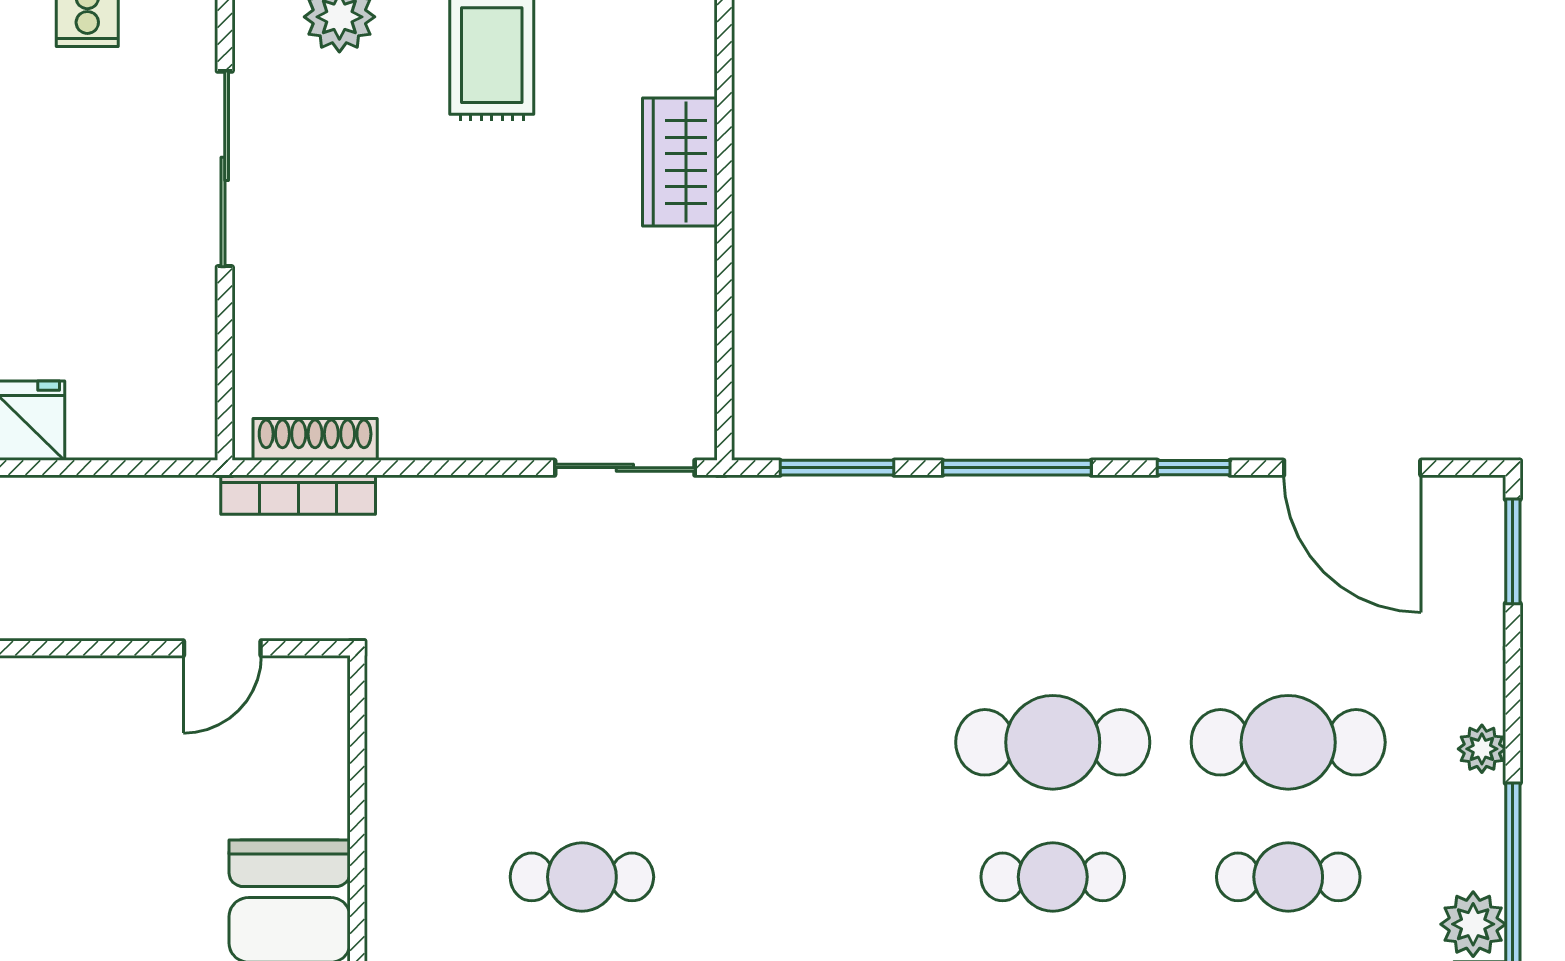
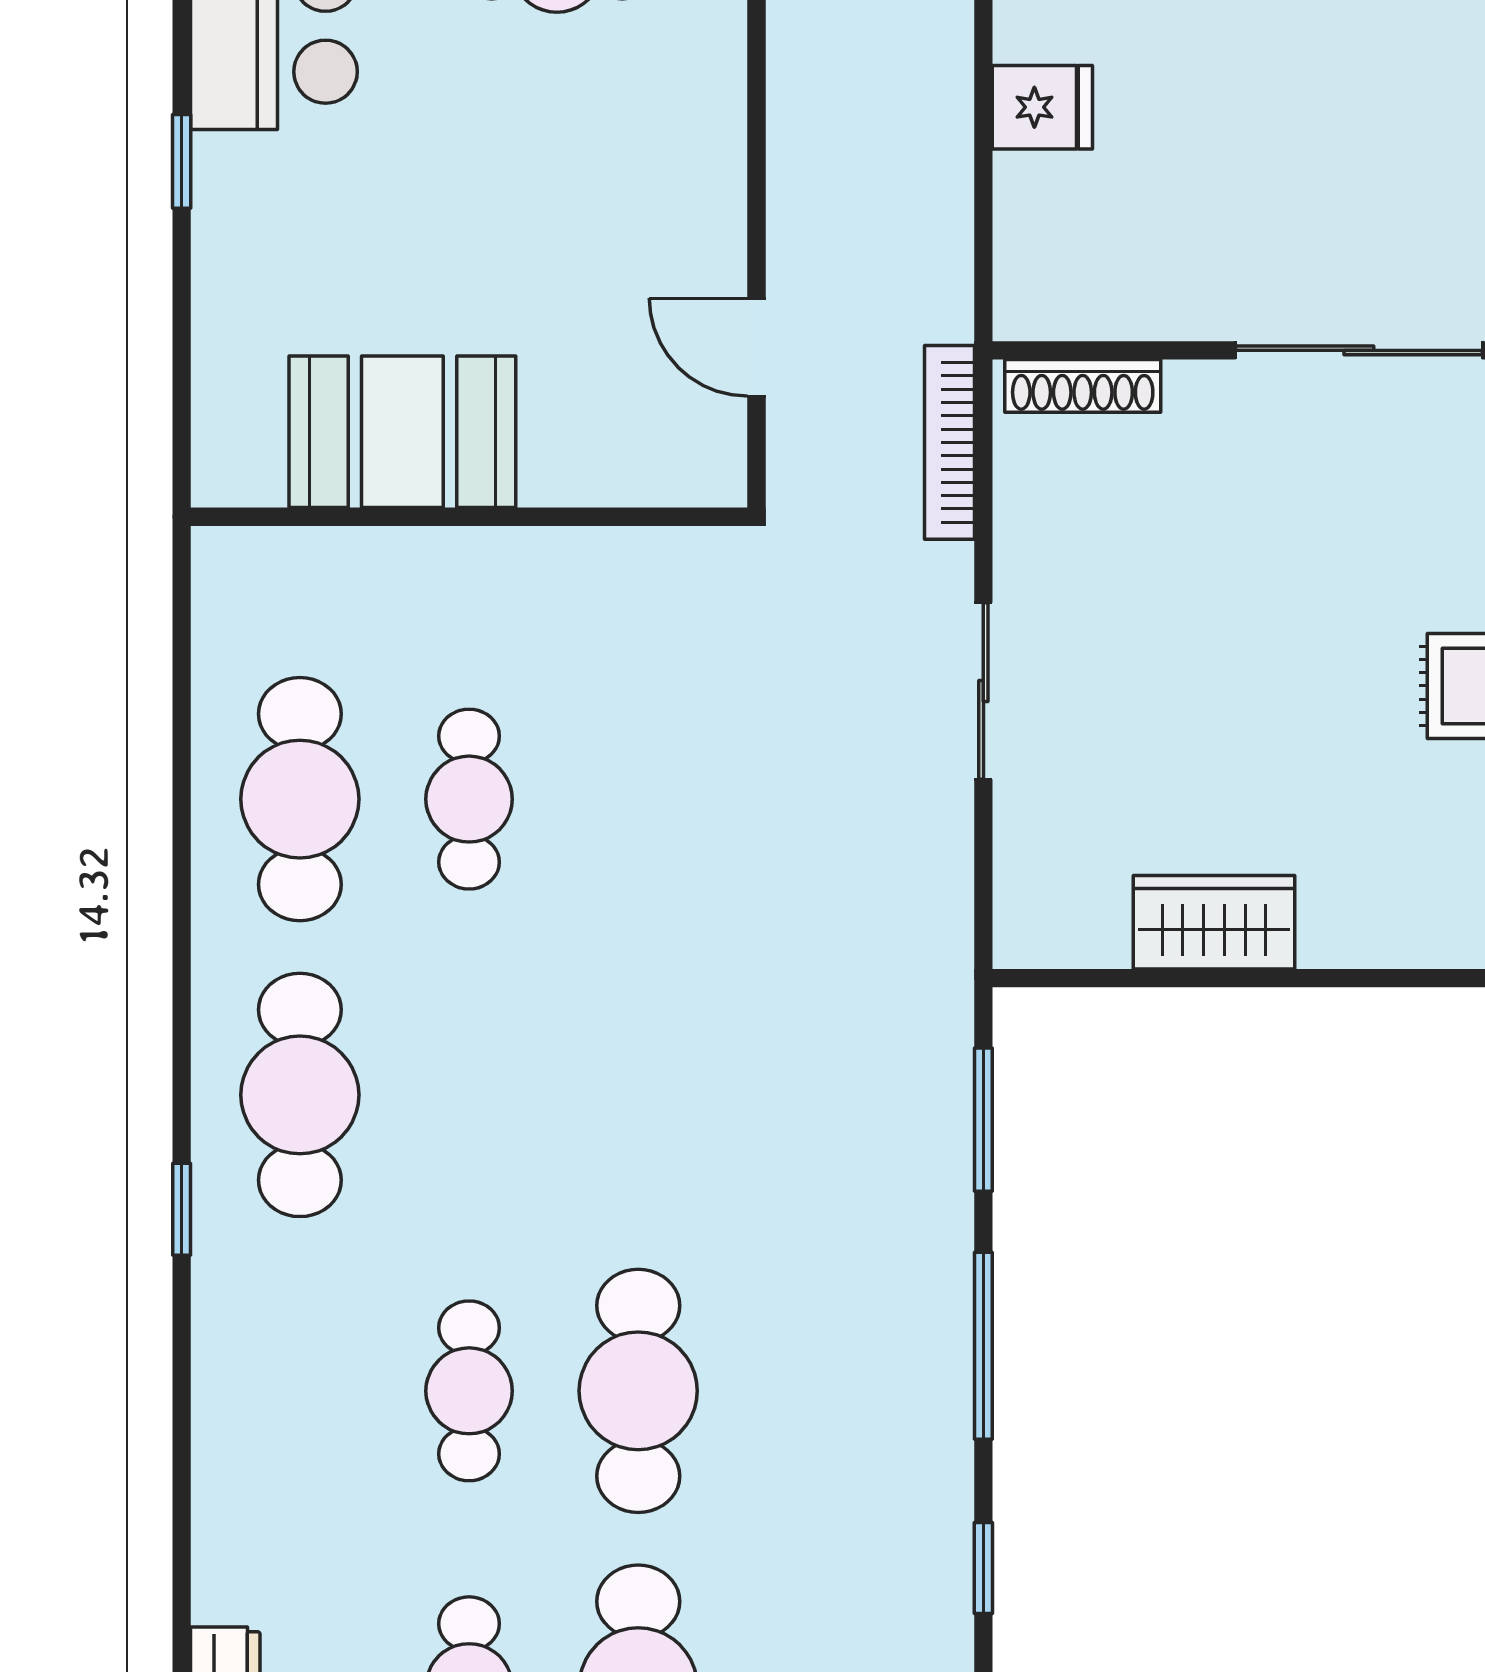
wardrobe: (680, 162) -> (1214, 922), moved
shoe rack: (315, 439) -> (1083, 386), moved, turned 90
sliding door: (625, 468) -> (983, 691), moved

